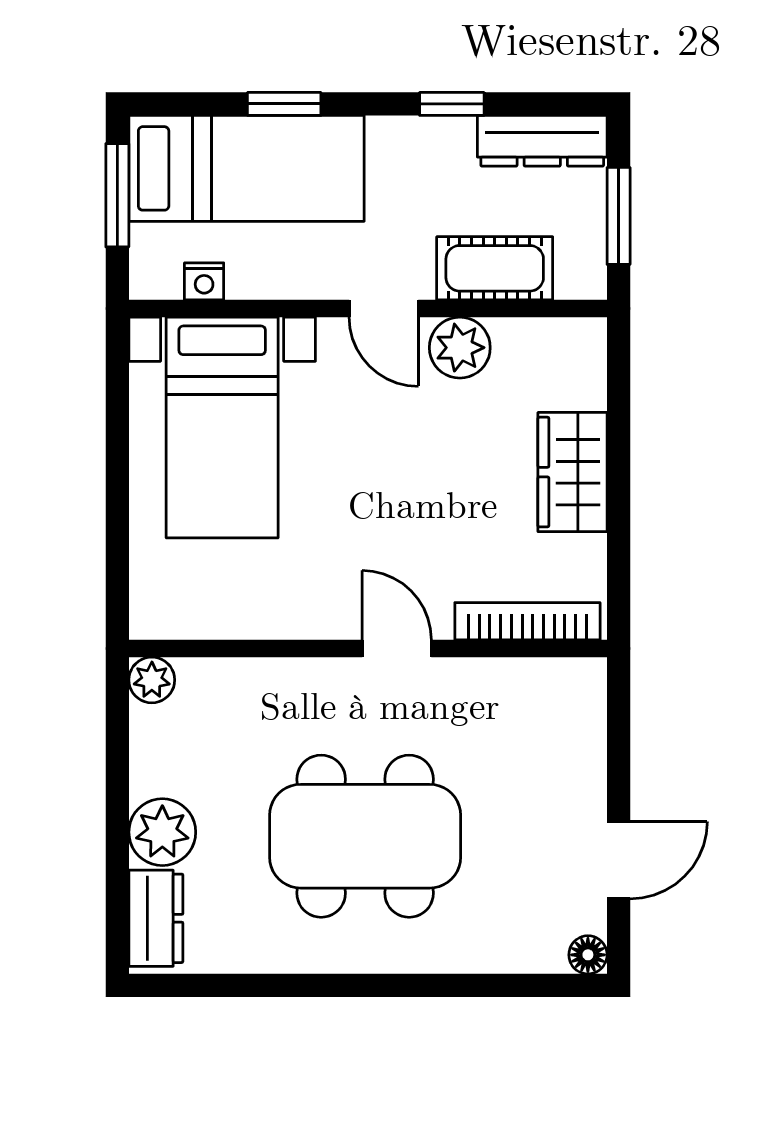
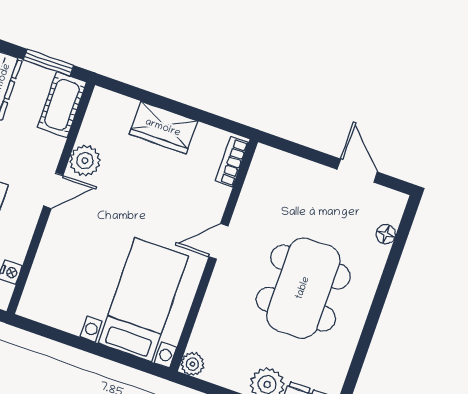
cot: (495, 268) -> (62, 105), moved
bed with nightstands: (222, 428) -> (143, 300), moved, turned -90
bookcase: (527, 621) -> (232, 162), width x0.64
floor lamp: (588, 955) -> (386, 234), moved

